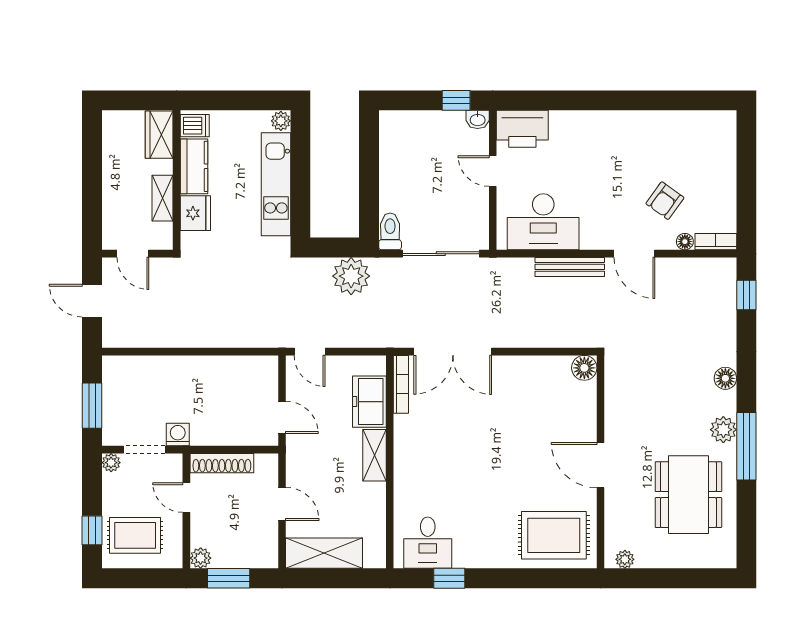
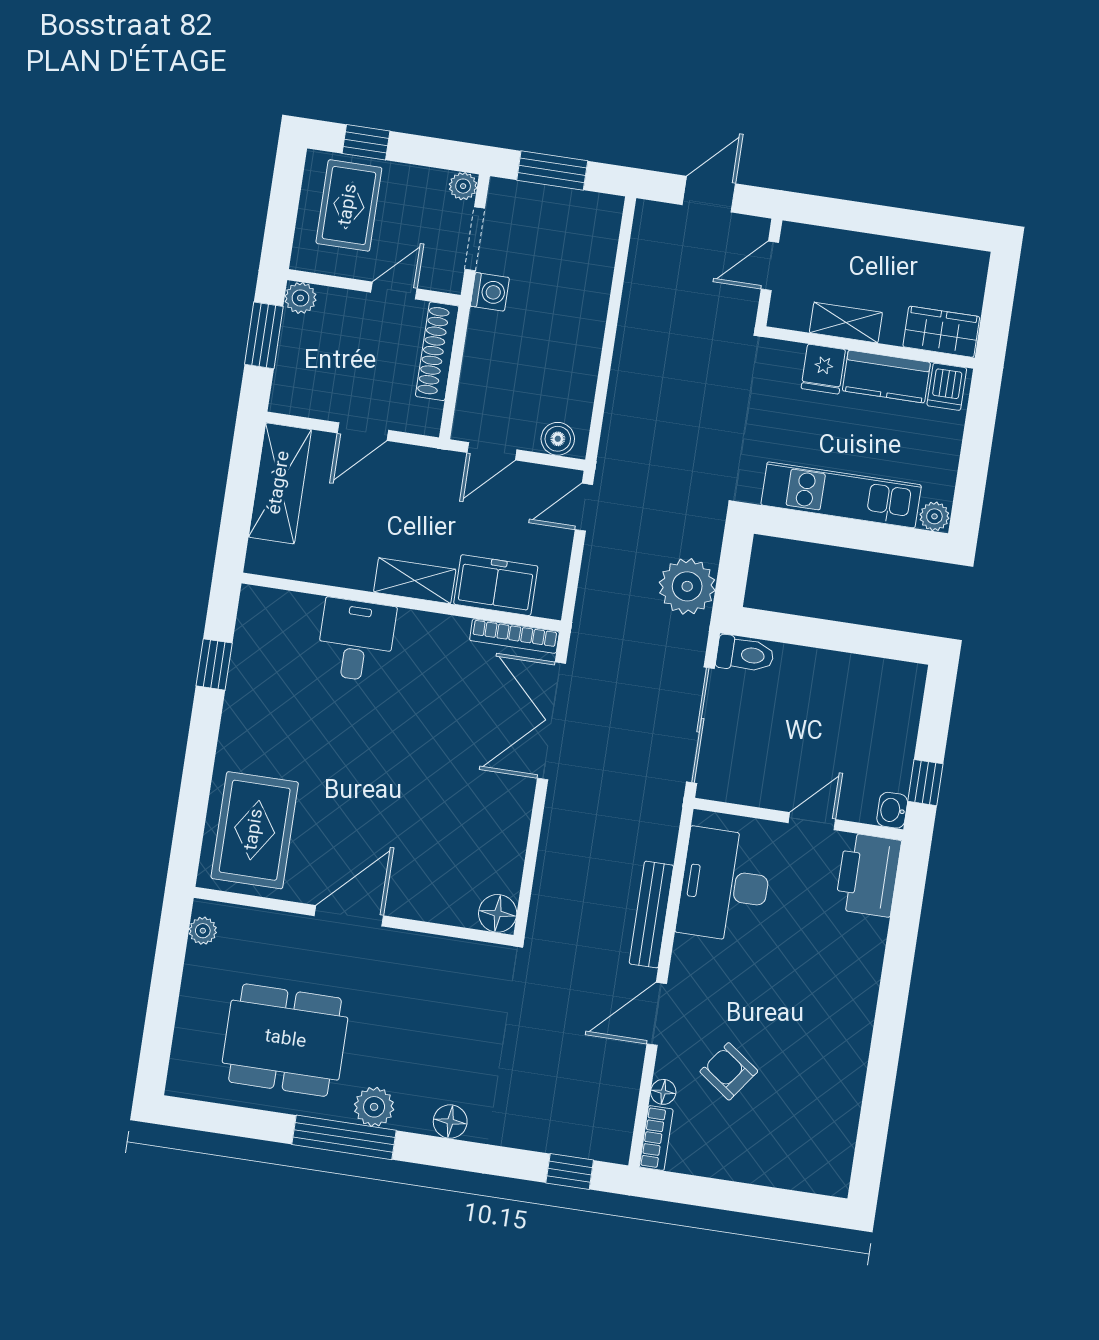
fridge: (195, 213) -> (823, 369), width x0.72
boiler: (267, 375) -> (558, 439), added
desk: (428, 543) -> (356, 640), moved, turned 90

